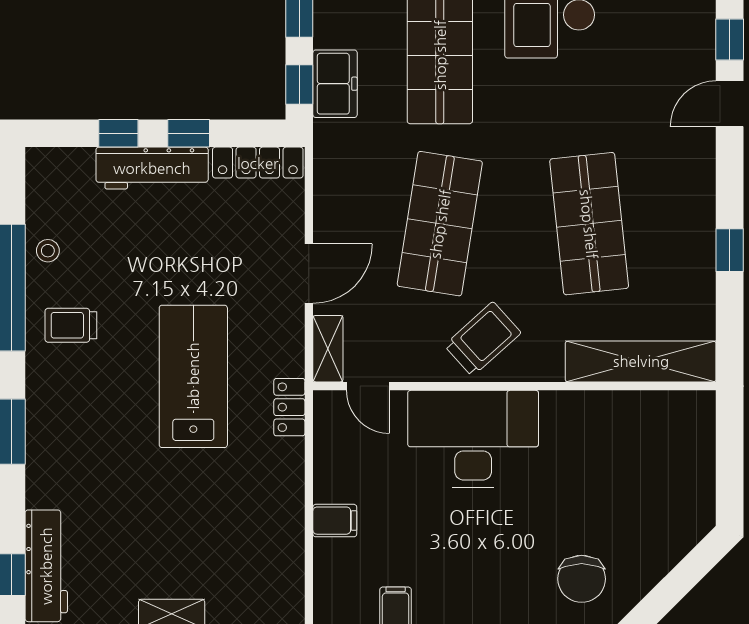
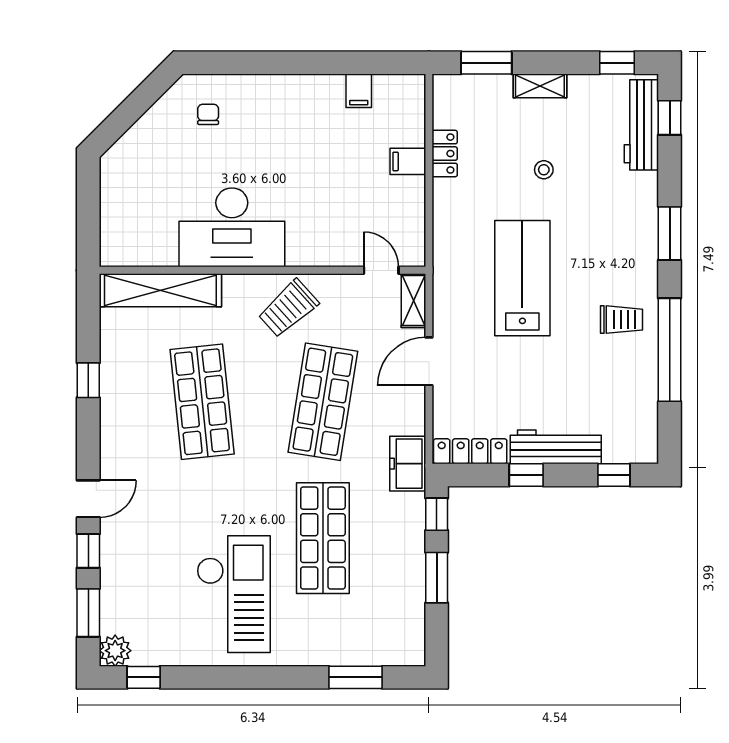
freezer: (335, 84) -> (408, 464), moved
window: (118, 133) -> (614, 475), moved
stool: (48, 251) -> (544, 170), moved
lab bench: (193, 376) -> (522, 278), turned 180
locker: (289, 407) -> (445, 154), moved
desk: (473, 439) -> (232, 227), moved
chair: (582, 579) -> (208, 114), width x0.54, depth x0.54

